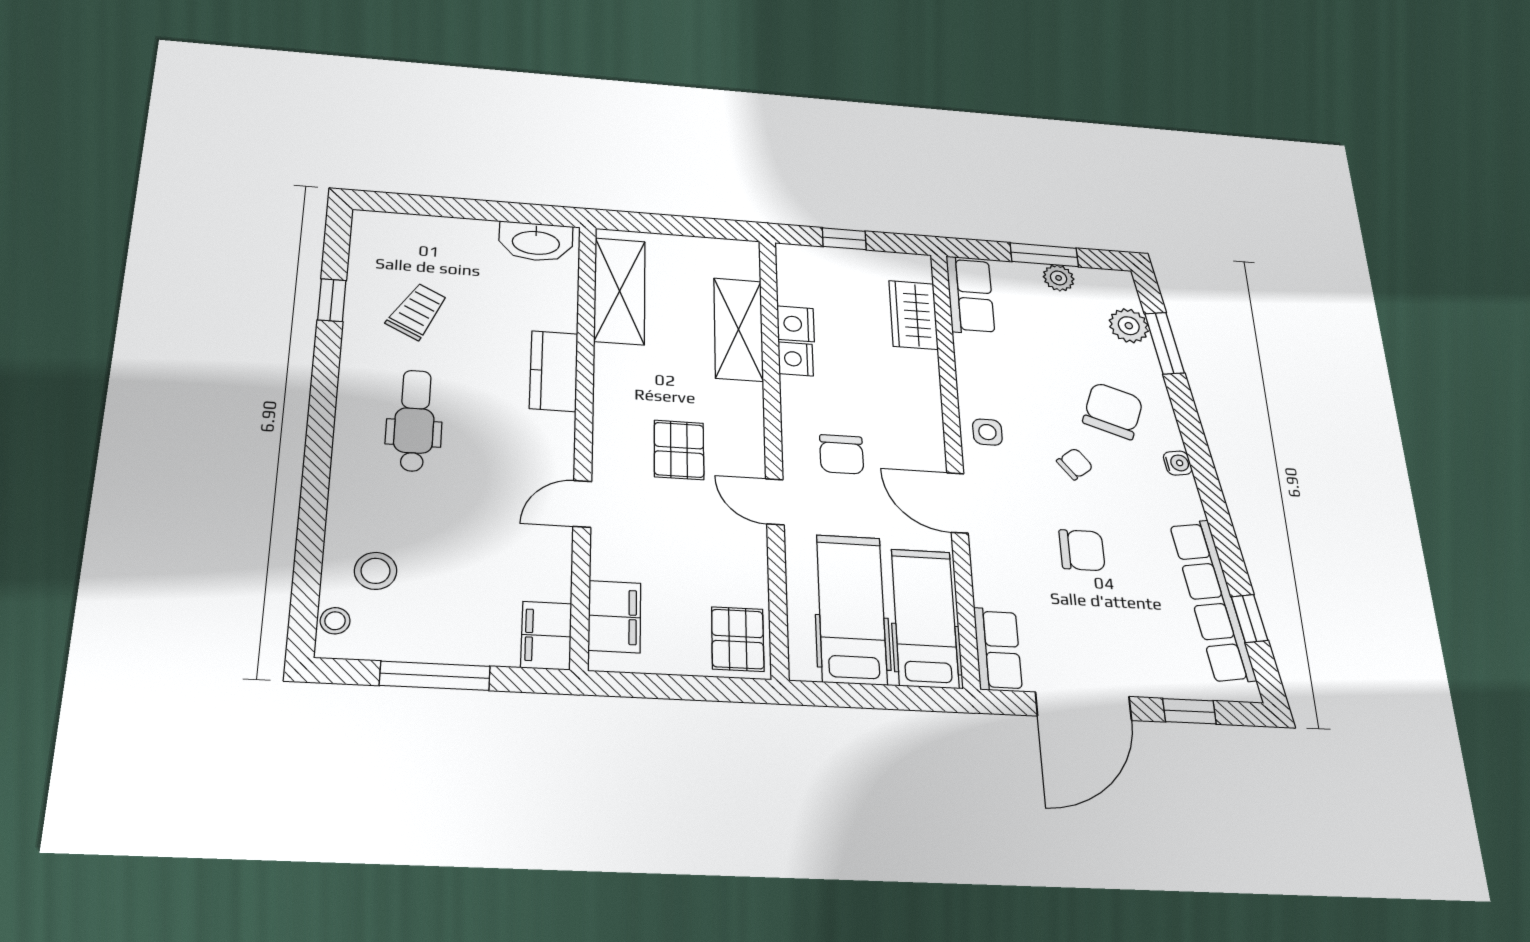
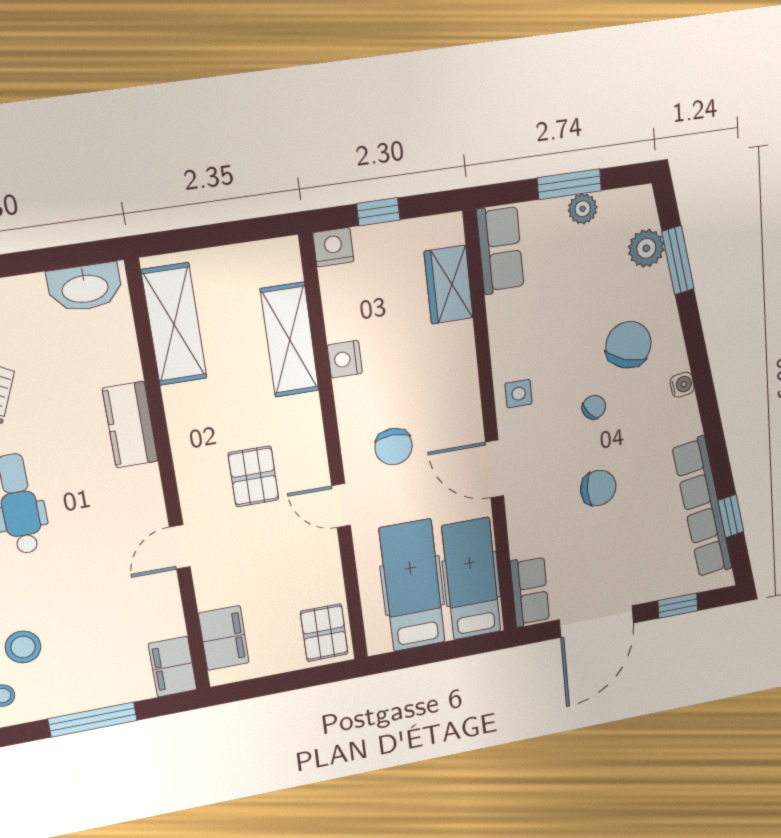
nightstand: (796, 324) -> (333, 247), moved, turned 90

